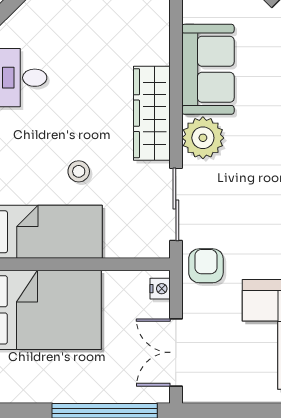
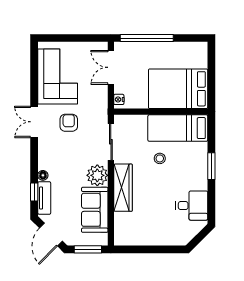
armchair: (206, 266) -> (69, 123), moved, turned 180
double door: (176, 352) -> (111, 67), swing flipped

